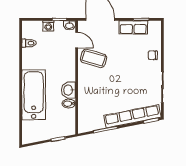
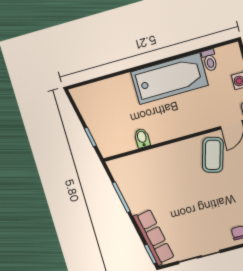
washbasin: (68, 90) -> (160, 133), removed
bathtub: (34, 95) -> (170, 79), moved
row of seats: (132, 116) -> (154, 237), width x0.73

